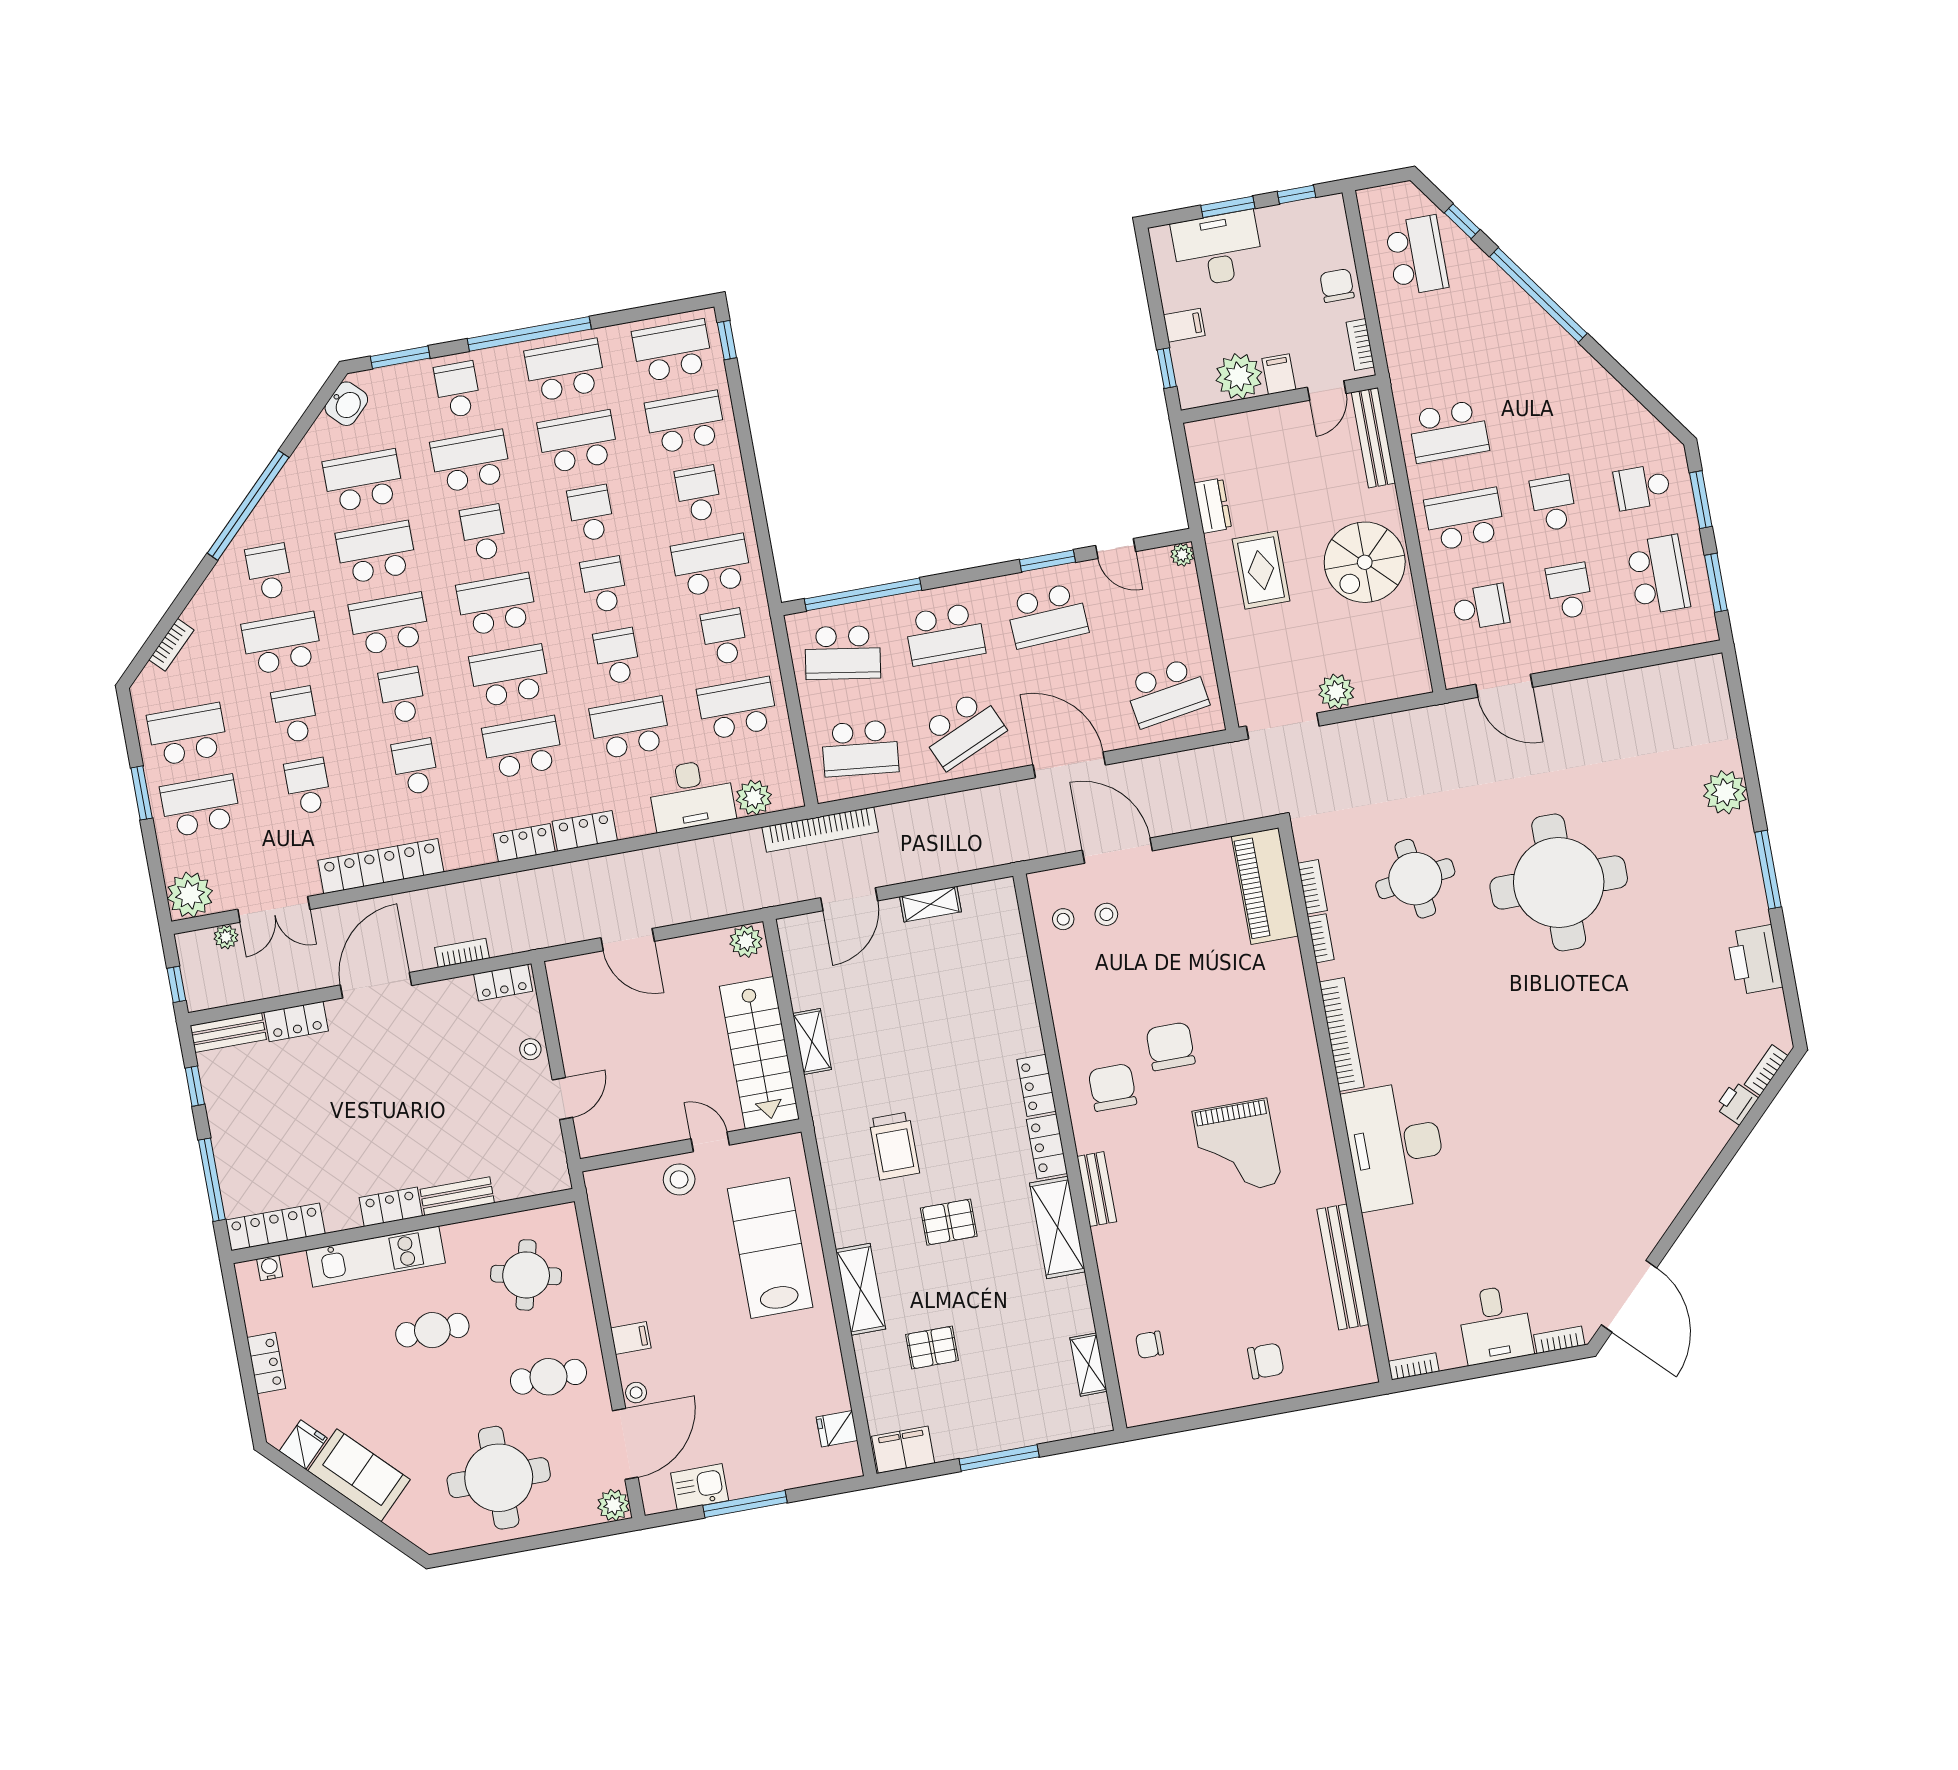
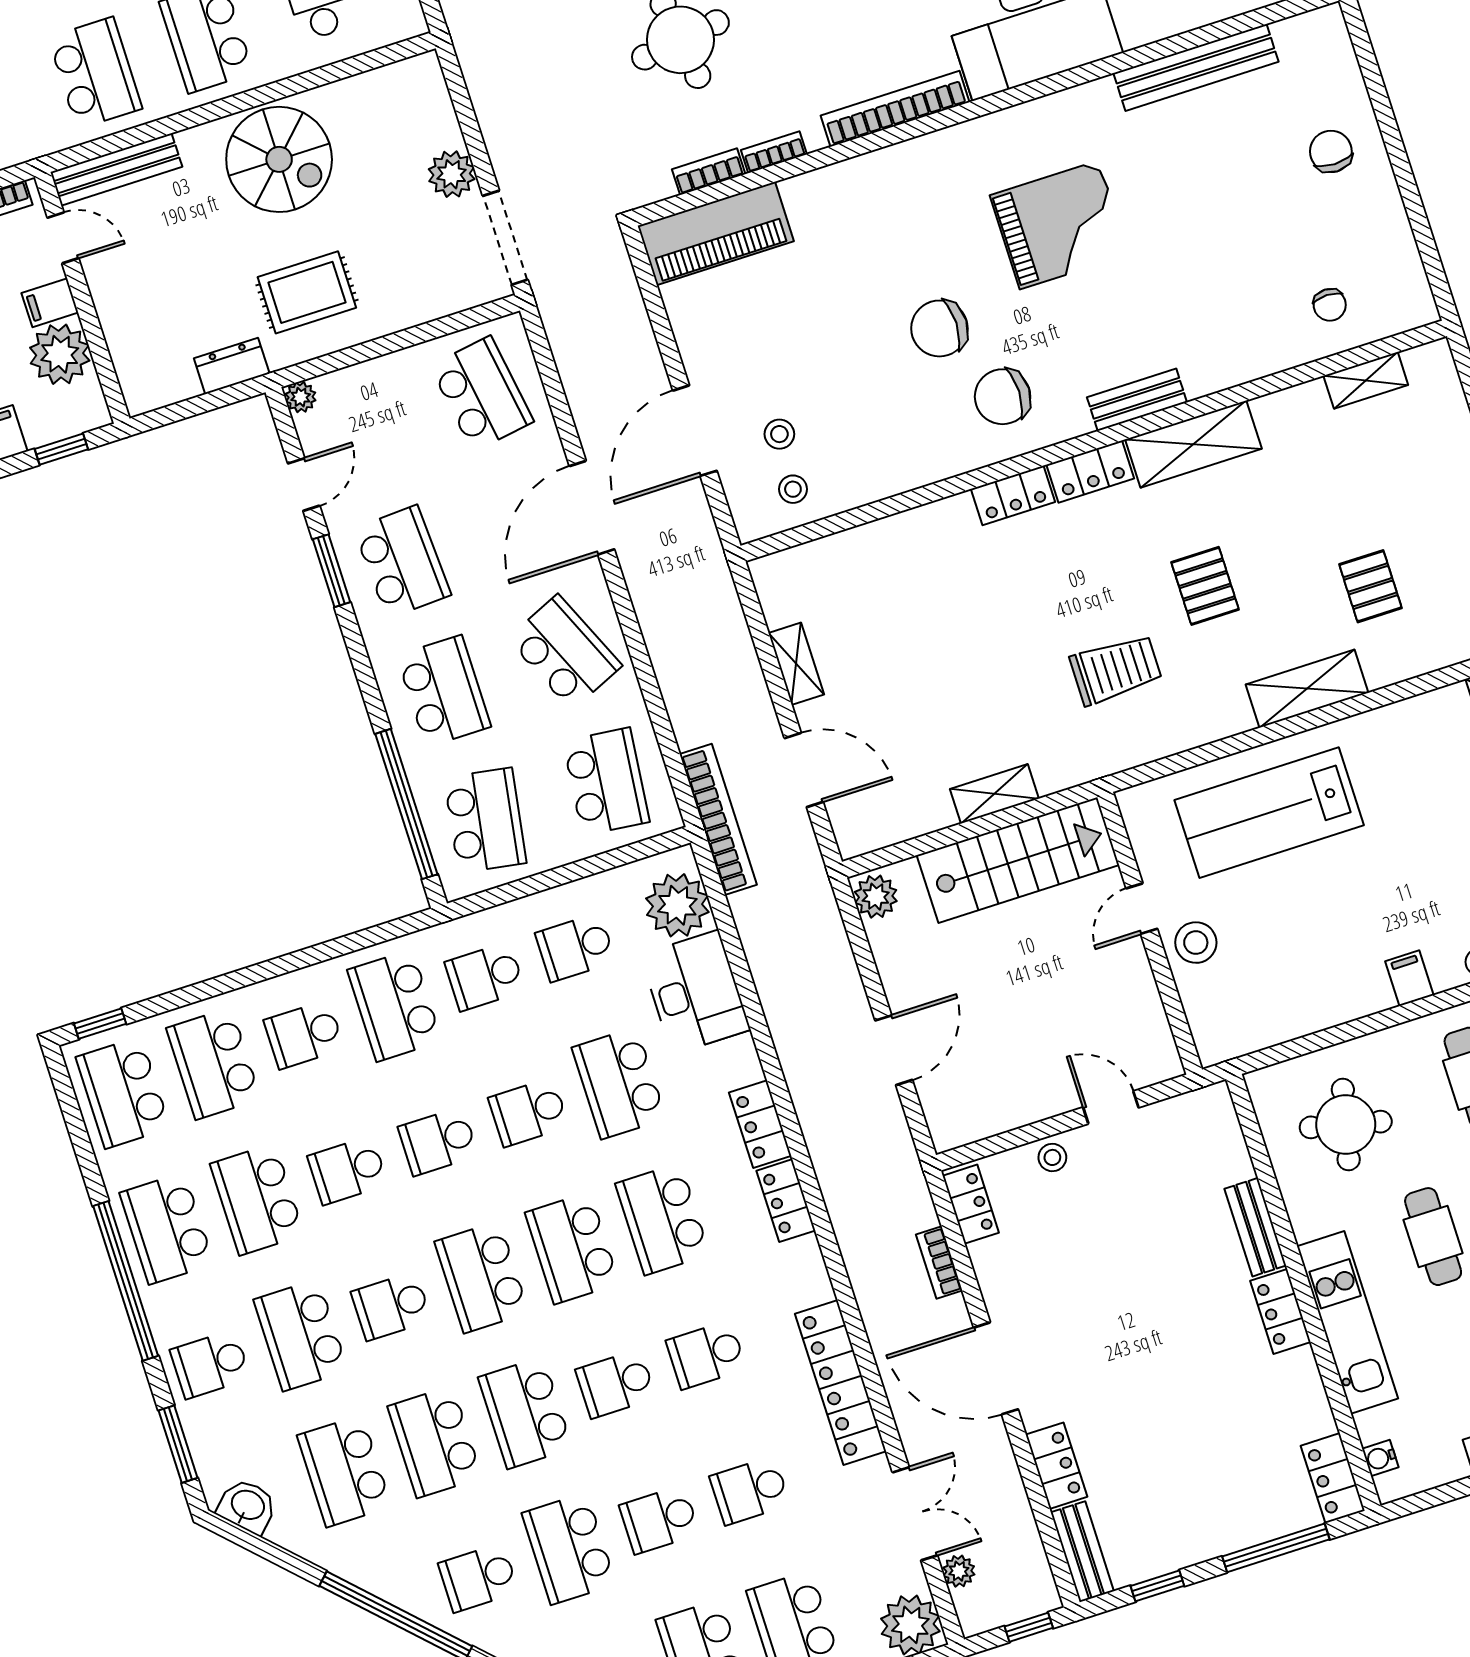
school desk: (737, 708) -> (575, 947), width x0.54
plant: (754, 798) -> (677, 905), width x1.36, depth x1.36
locker: (275, 1227) -> (1333, 1478), width x0.66

